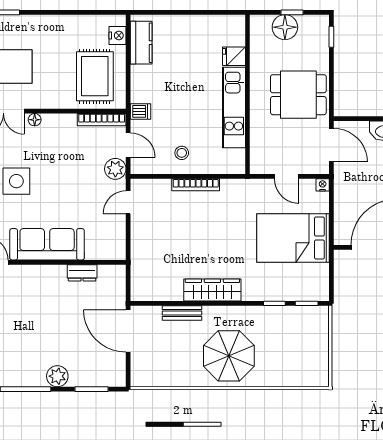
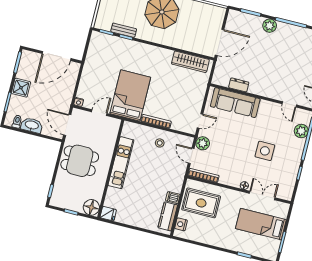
floor lamp: (285, 27) -> (91, 207), moved
fridge: (234, 56) -> (108, 214), moved
rug: (95, 76) -> (201, 203), turned 90
dishwasher: (141, 111) -> (173, 198), moved
door: (287, 176) -> (99, 113), hinge flipped
bed: (293, 238) -> (130, 95), moved, turned -90
sofa: (47, 244) -> (235, 103), moved
wardrobe: (212, 290) -> (190, 62), moved
bench: (182, 313) -> (124, 30), moved
door: (128, 331) -> (219, 42), hinge flipped

